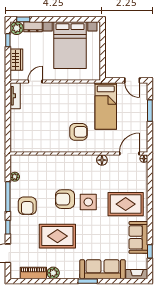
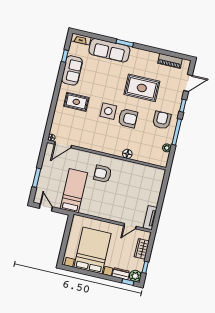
floor lamp: (102, 160) -> (127, 154), moved
rug: (126, 204) -> (76, 102), width x0.73, depth x0.70
plant: (53, 273) -> (153, 57), removed

